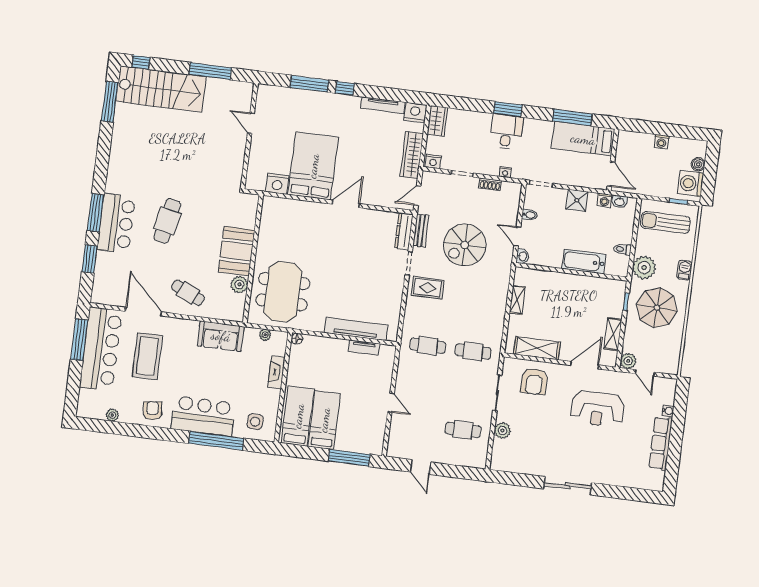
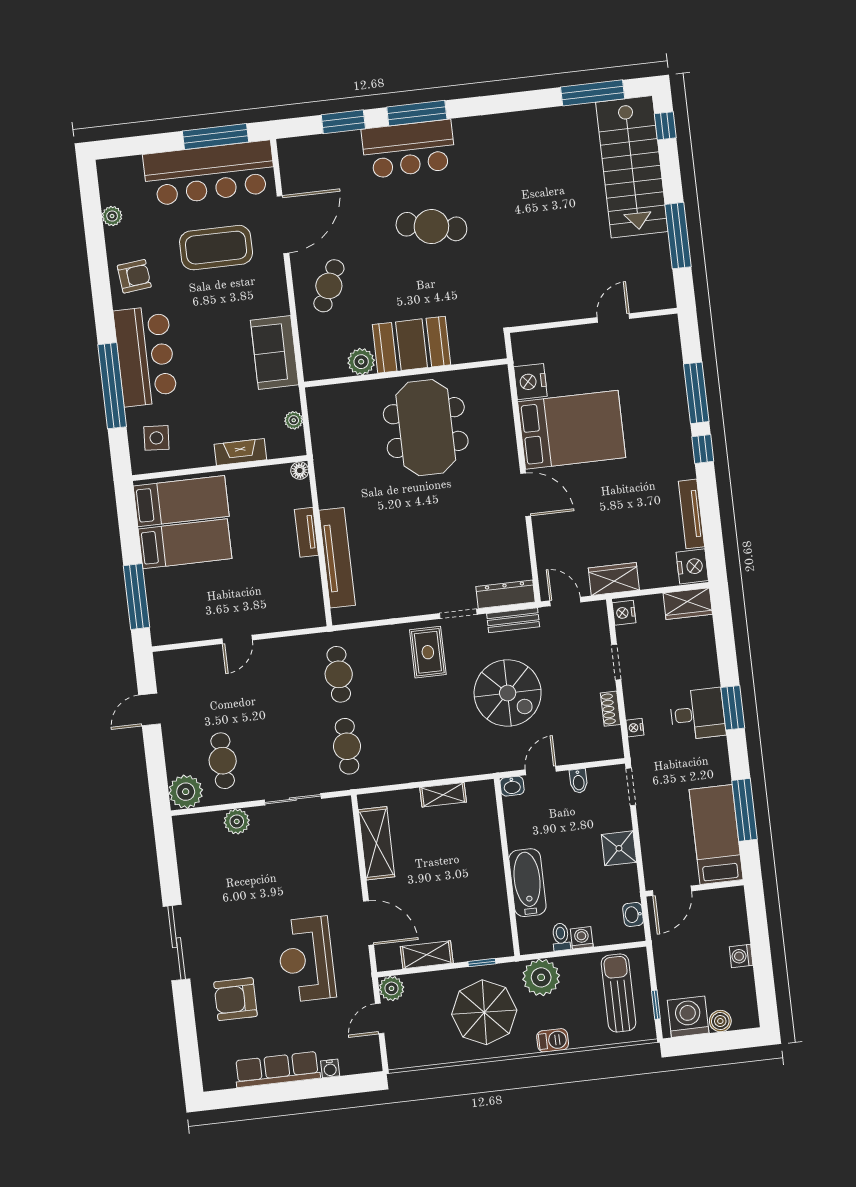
wardrobe: (412, 155) -> (614, 579), width x0.67
washing machine: (604, 200) -> (582, 938), moved, turned 90
spiral stairs: (465, 245) -> (508, 693), turned 180
meeting table: (283, 292) -> (426, 428), moved, turned 90
tv unit: (364, 348) -> (306, 532), moved
armchair: (534, 381) -> (235, 999), moved
plant: (476, 457) -> (186, 792), added

